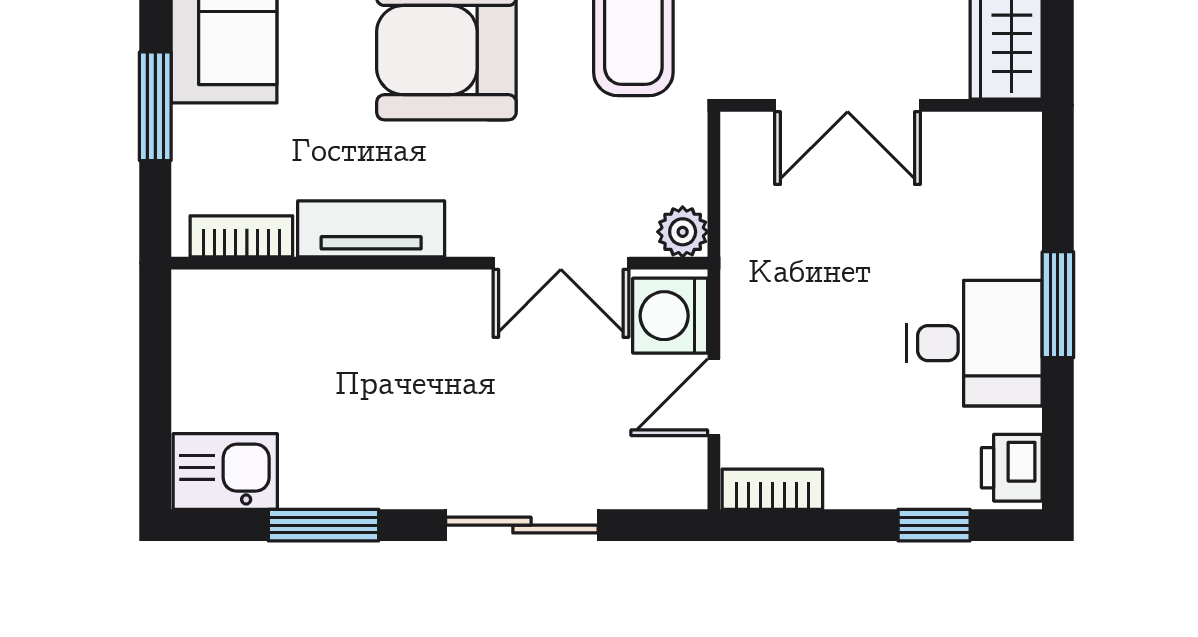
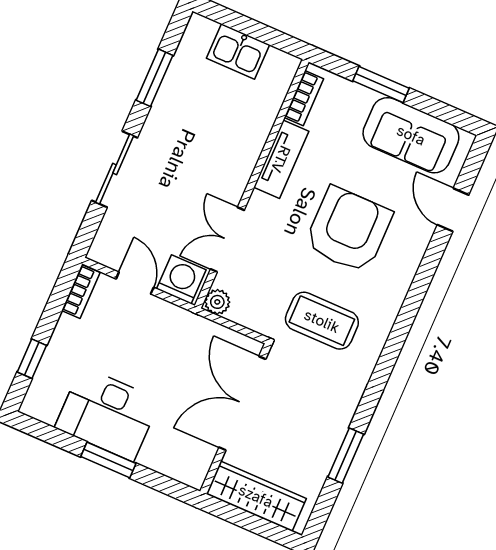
double door: (848, 105) -> (242, 403), width x1.37
desk: (974, 343) -> (107, 414), width x1.37
printer: (1012, 468) -> (43, 406), removed
kitchen sink: (225, 471) -> (238, 51), moved, turned 90

